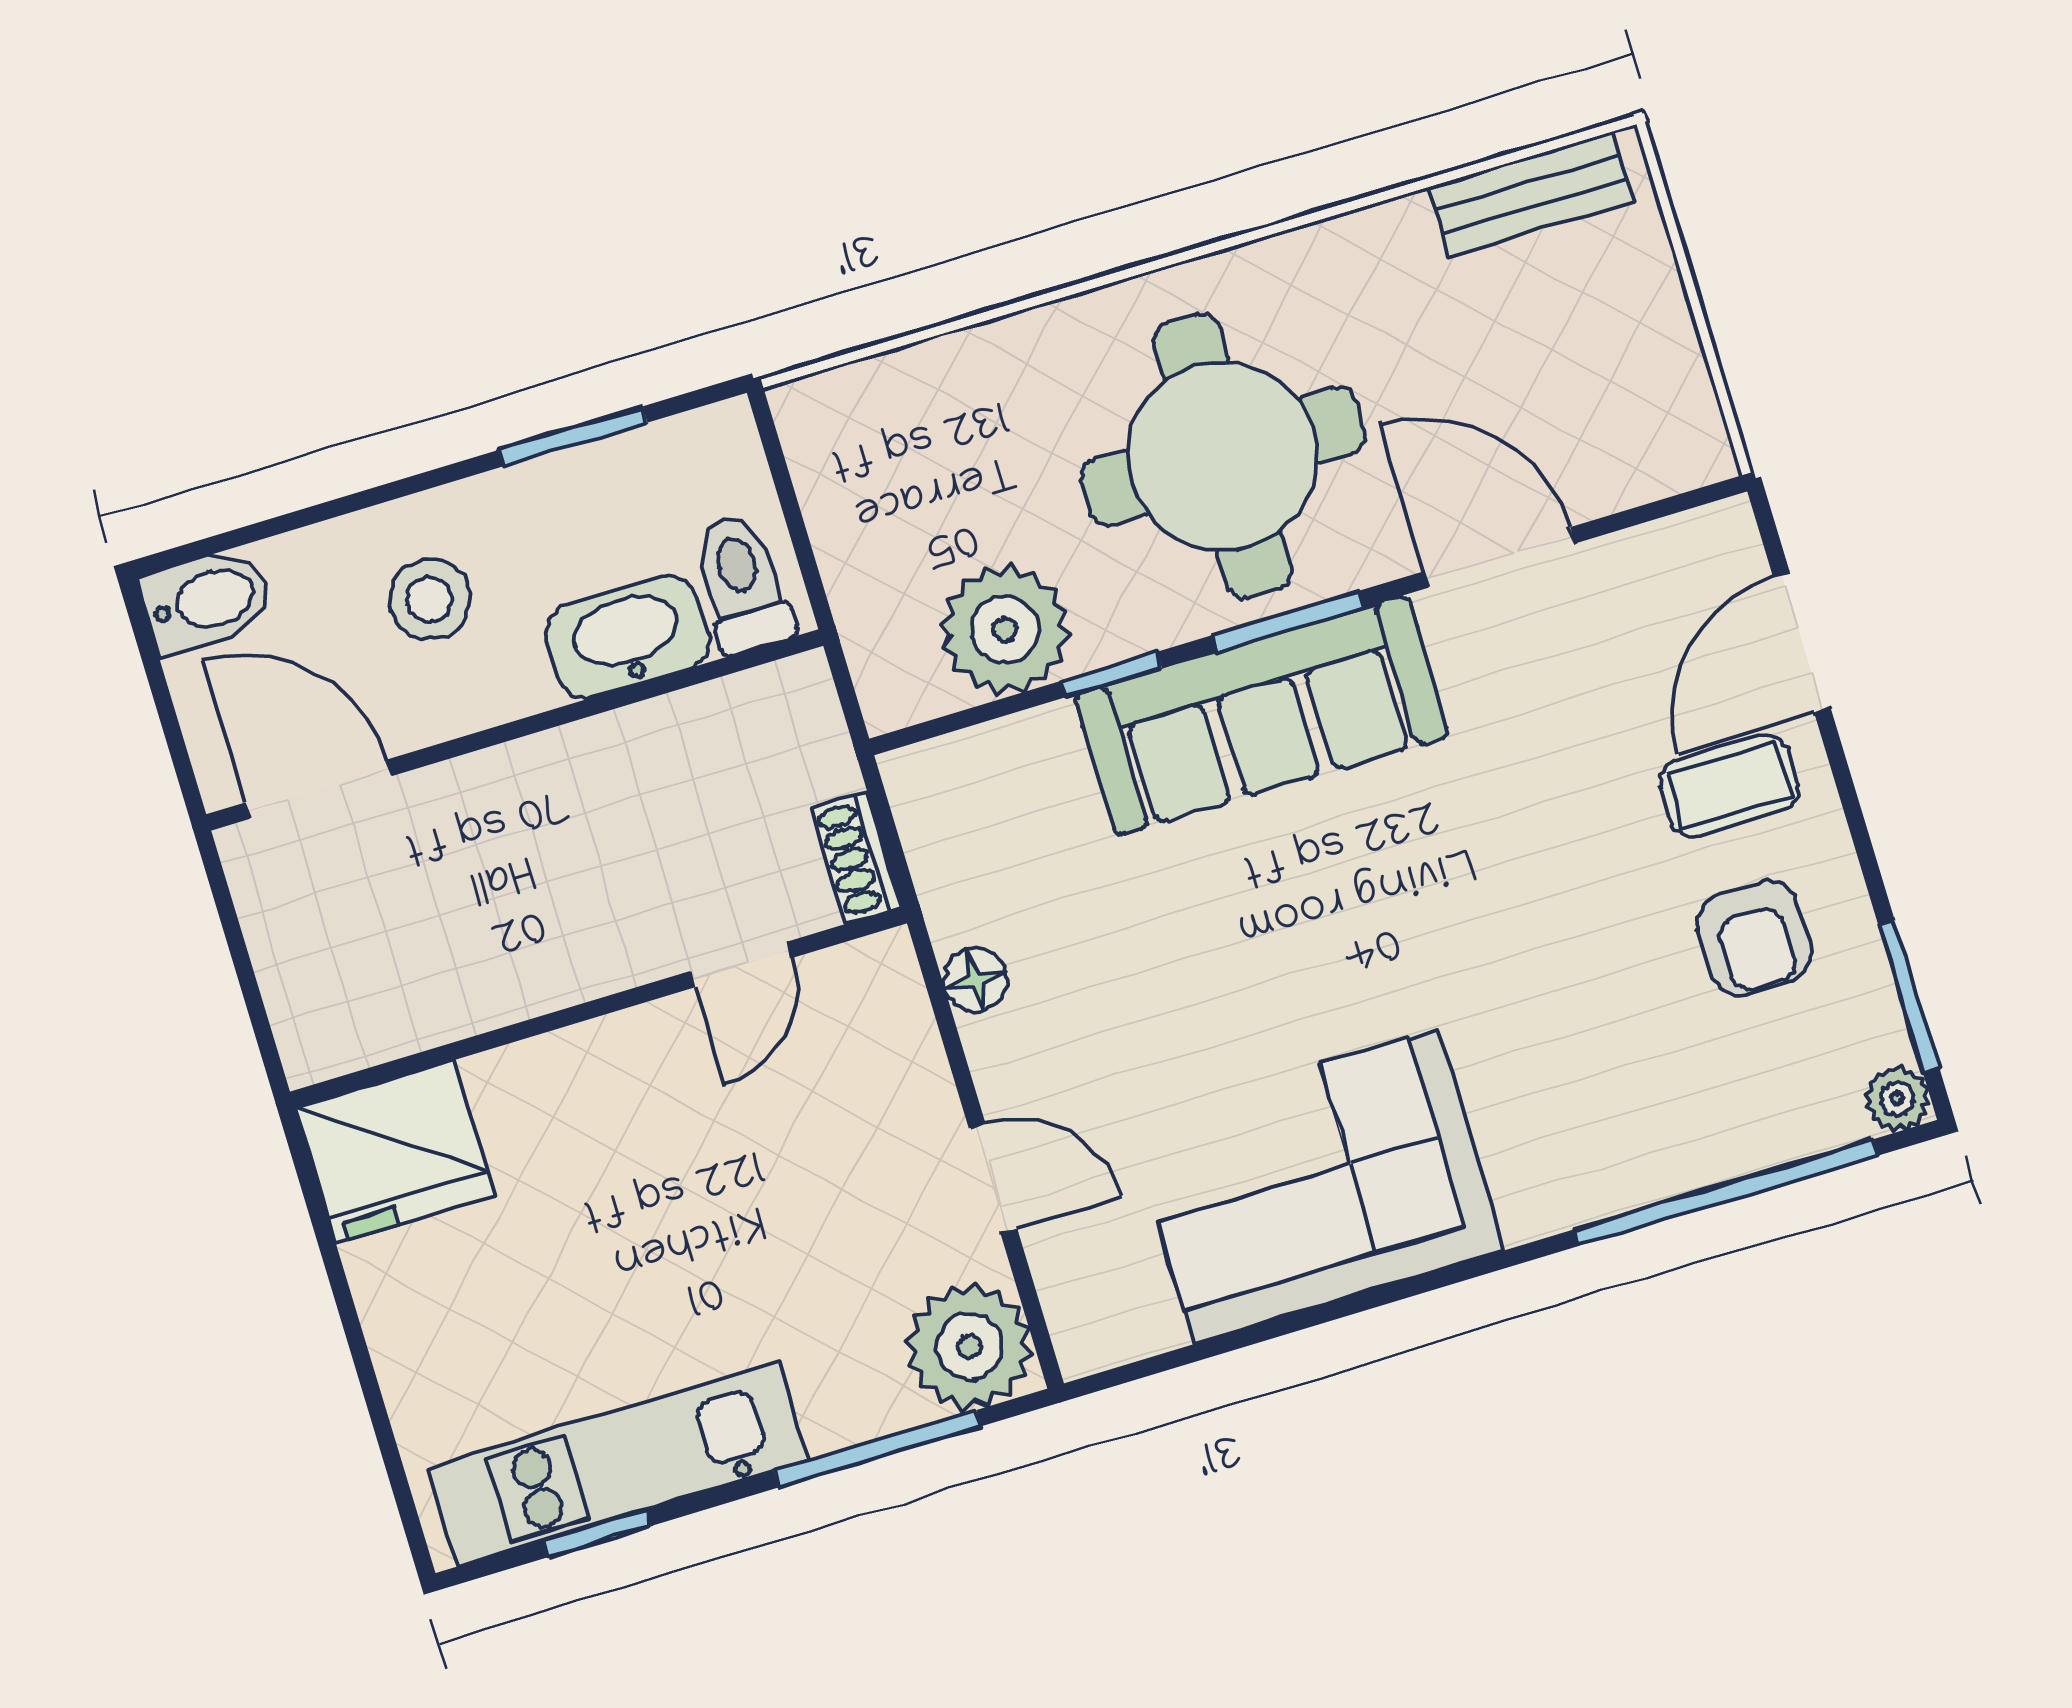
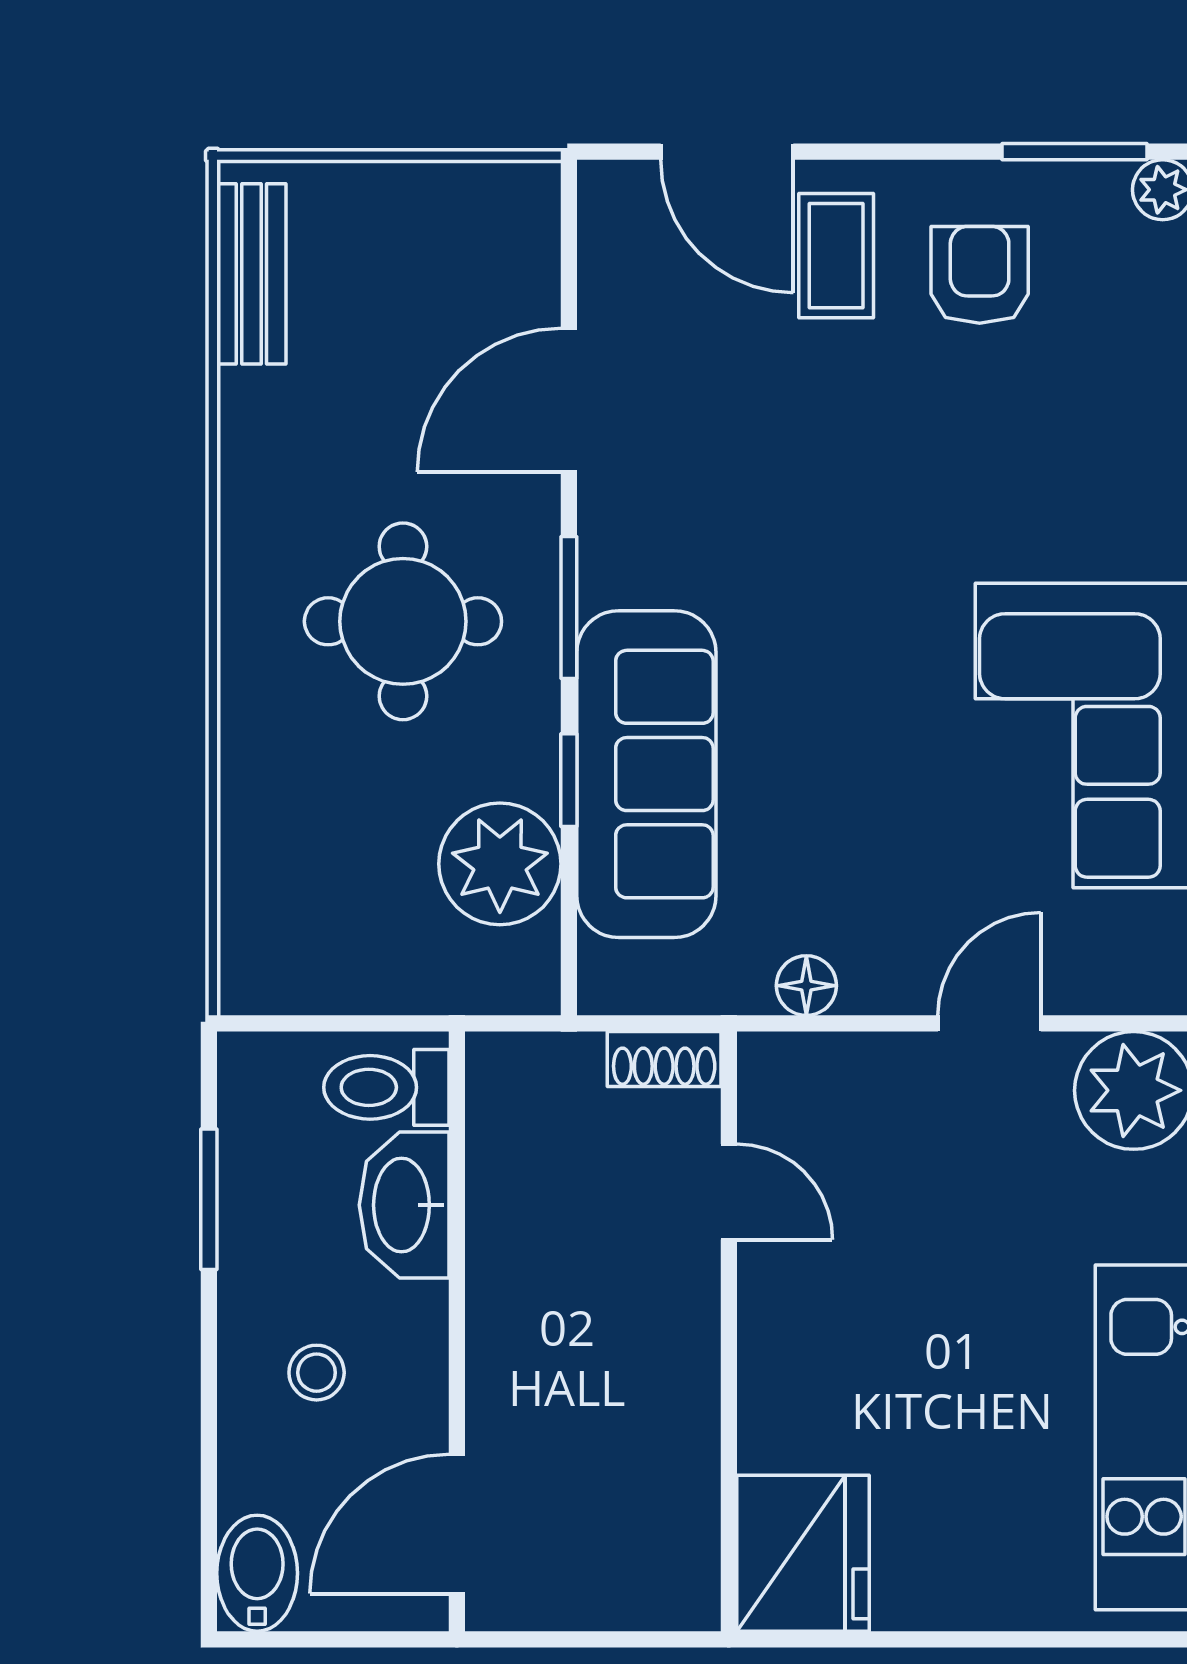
round table: (1223, 456) -> (403, 621), width x0.73, depth x0.73
stool: (430, 599) -> (317, 1373), width x0.73, depth x0.73
sofa: (1262, 715) -> (646, 774), moved
armchair: (1754, 938) -> (980, 275), turned -90

